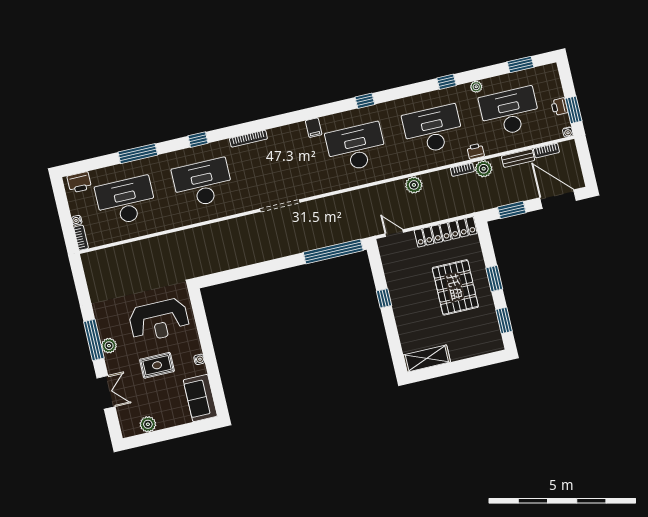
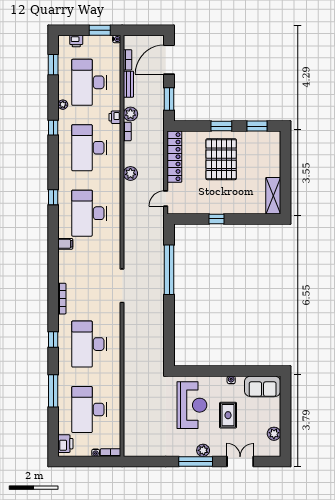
printer: (559, 107) -> (76, 41), moved
window: (333, 251) -> (169, 270), moved
pallet: (455, 287) -> (221, 159), turned 90

